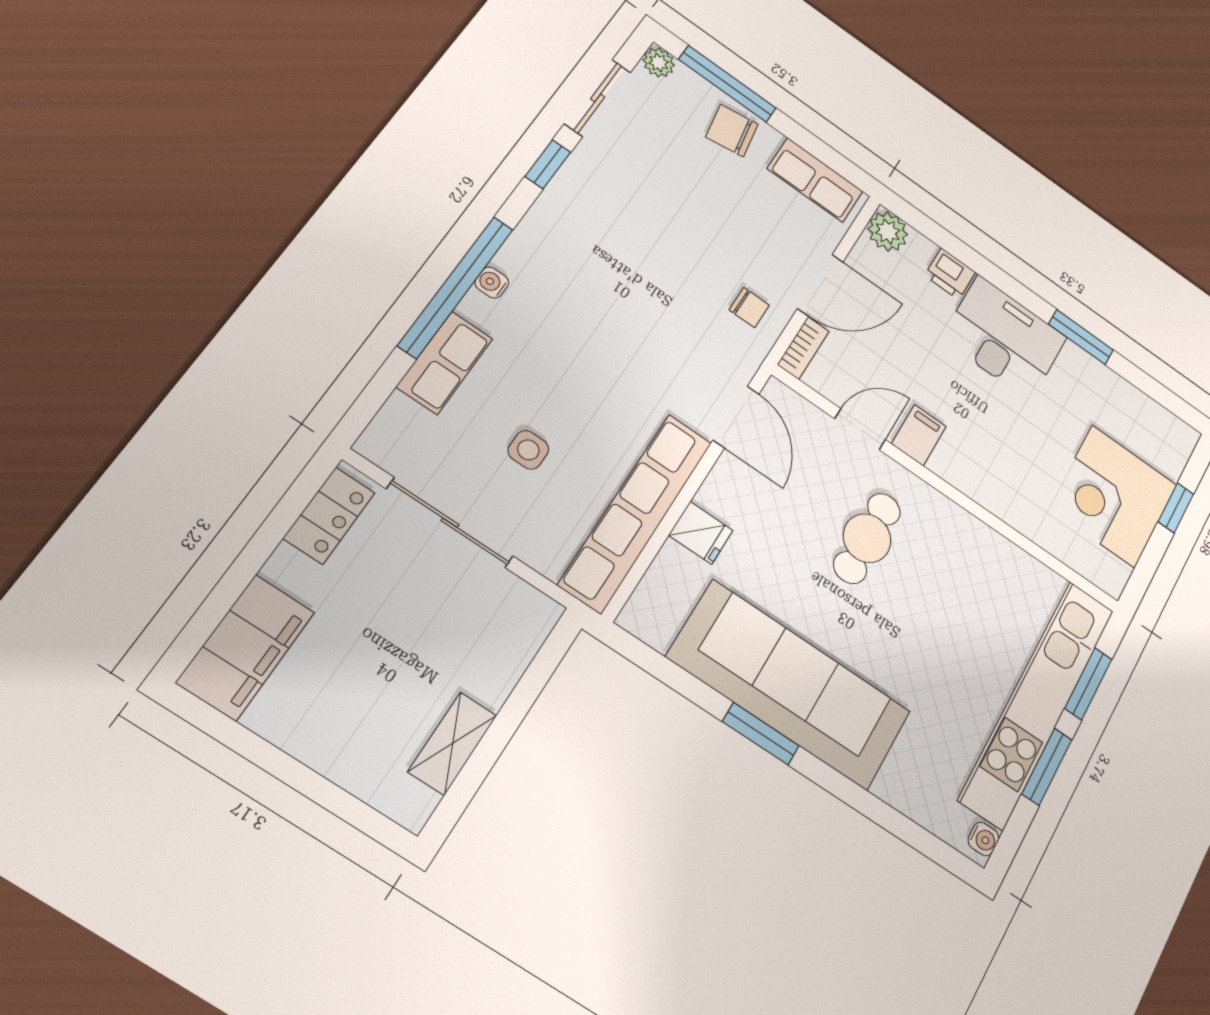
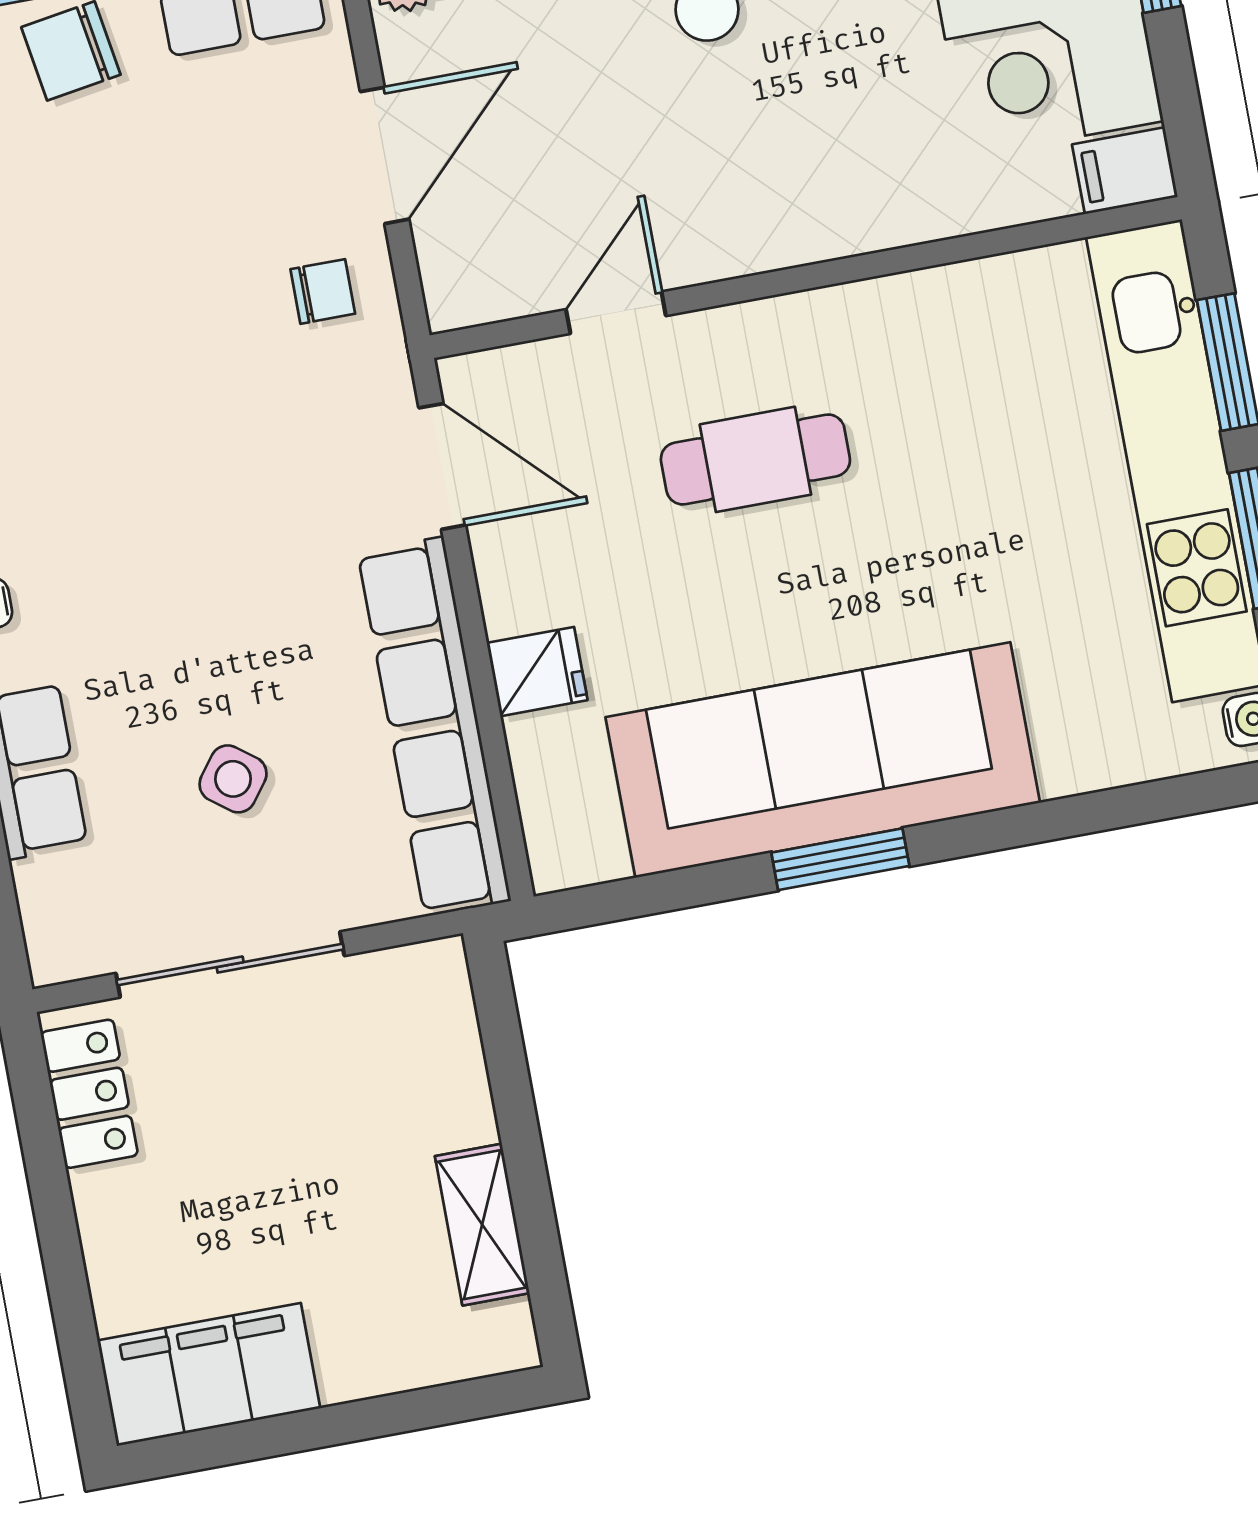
bookcase: (803, 348) -> (442, 274), removed
filing cabinet: (919, 435) -> (1125, 171), moved, turned -90
side table: (528, 450) -> (233, 779), turned 37
cafe table: (867, 538) -> (755, 459), turned 90
filing cabinet: (246, 647) -> (209, 1374), moved, turned -90

